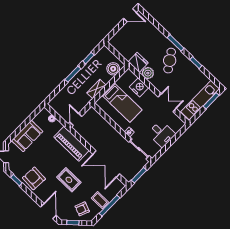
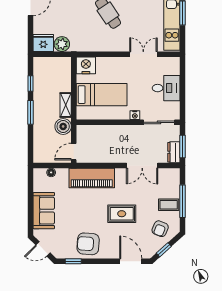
fridge: (138, 62) -> (43, 43), moved
boiler: (113, 69) -> (63, 126), moved
plant: (148, 73) -> (62, 44), moved
nightstand: (139, 87) -> (86, 65), moved
door: (76, 119) -> (74, 152), hinge flipped
double door: (106, 164) -> (142, 166), width x0.73
dresser: (131, 174) -> (174, 152), added

